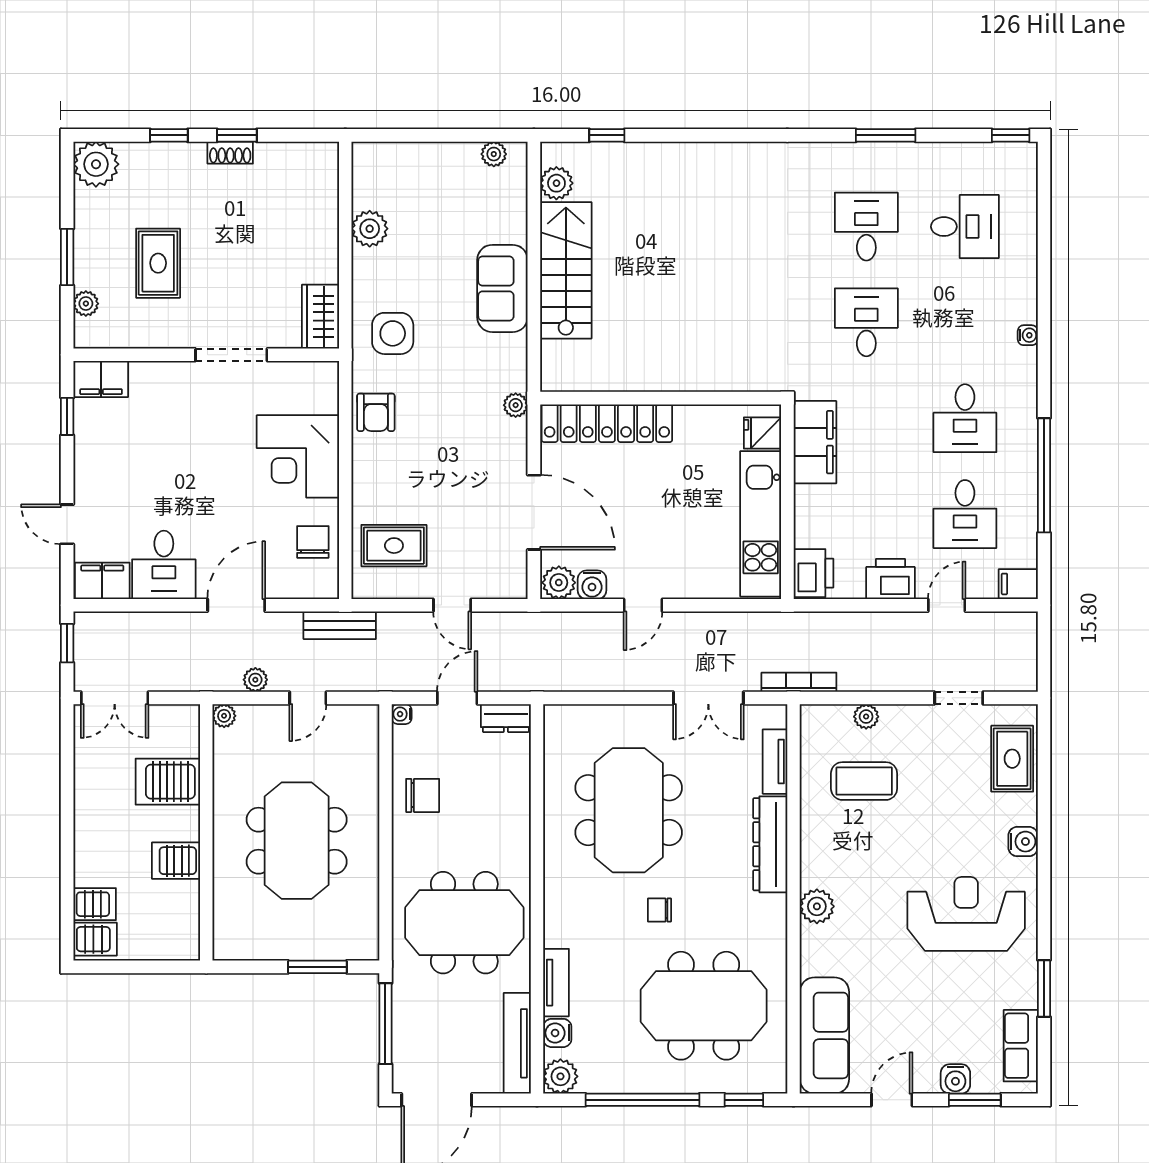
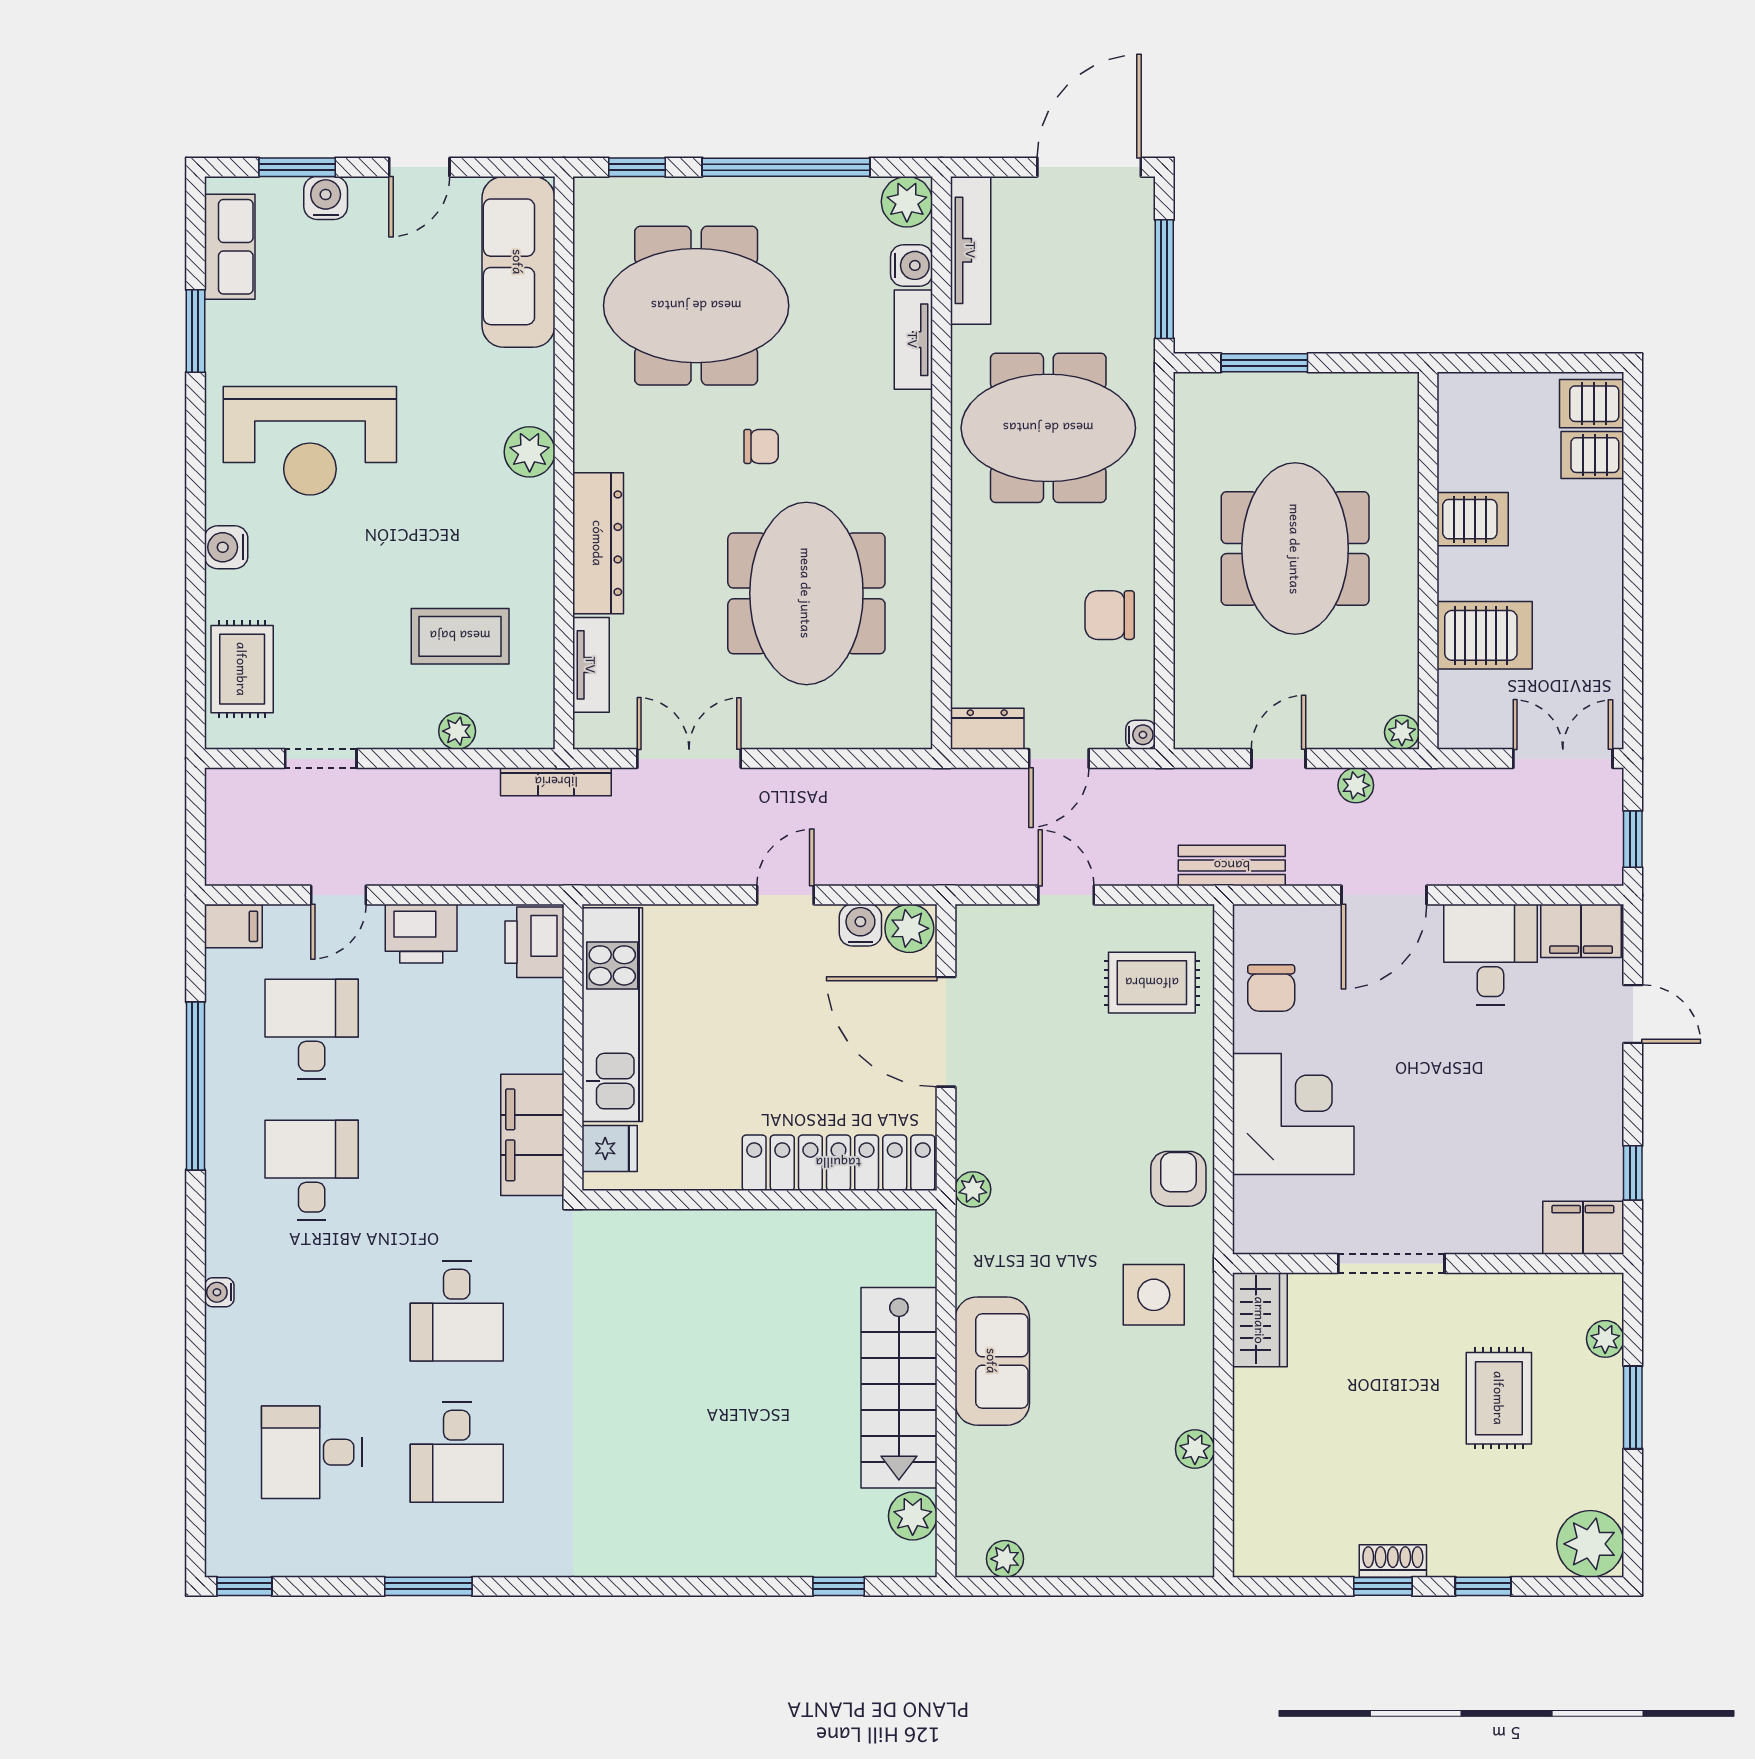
plant: (370, 229) -> (1195, 1449), width x0.73, depth x0.73

